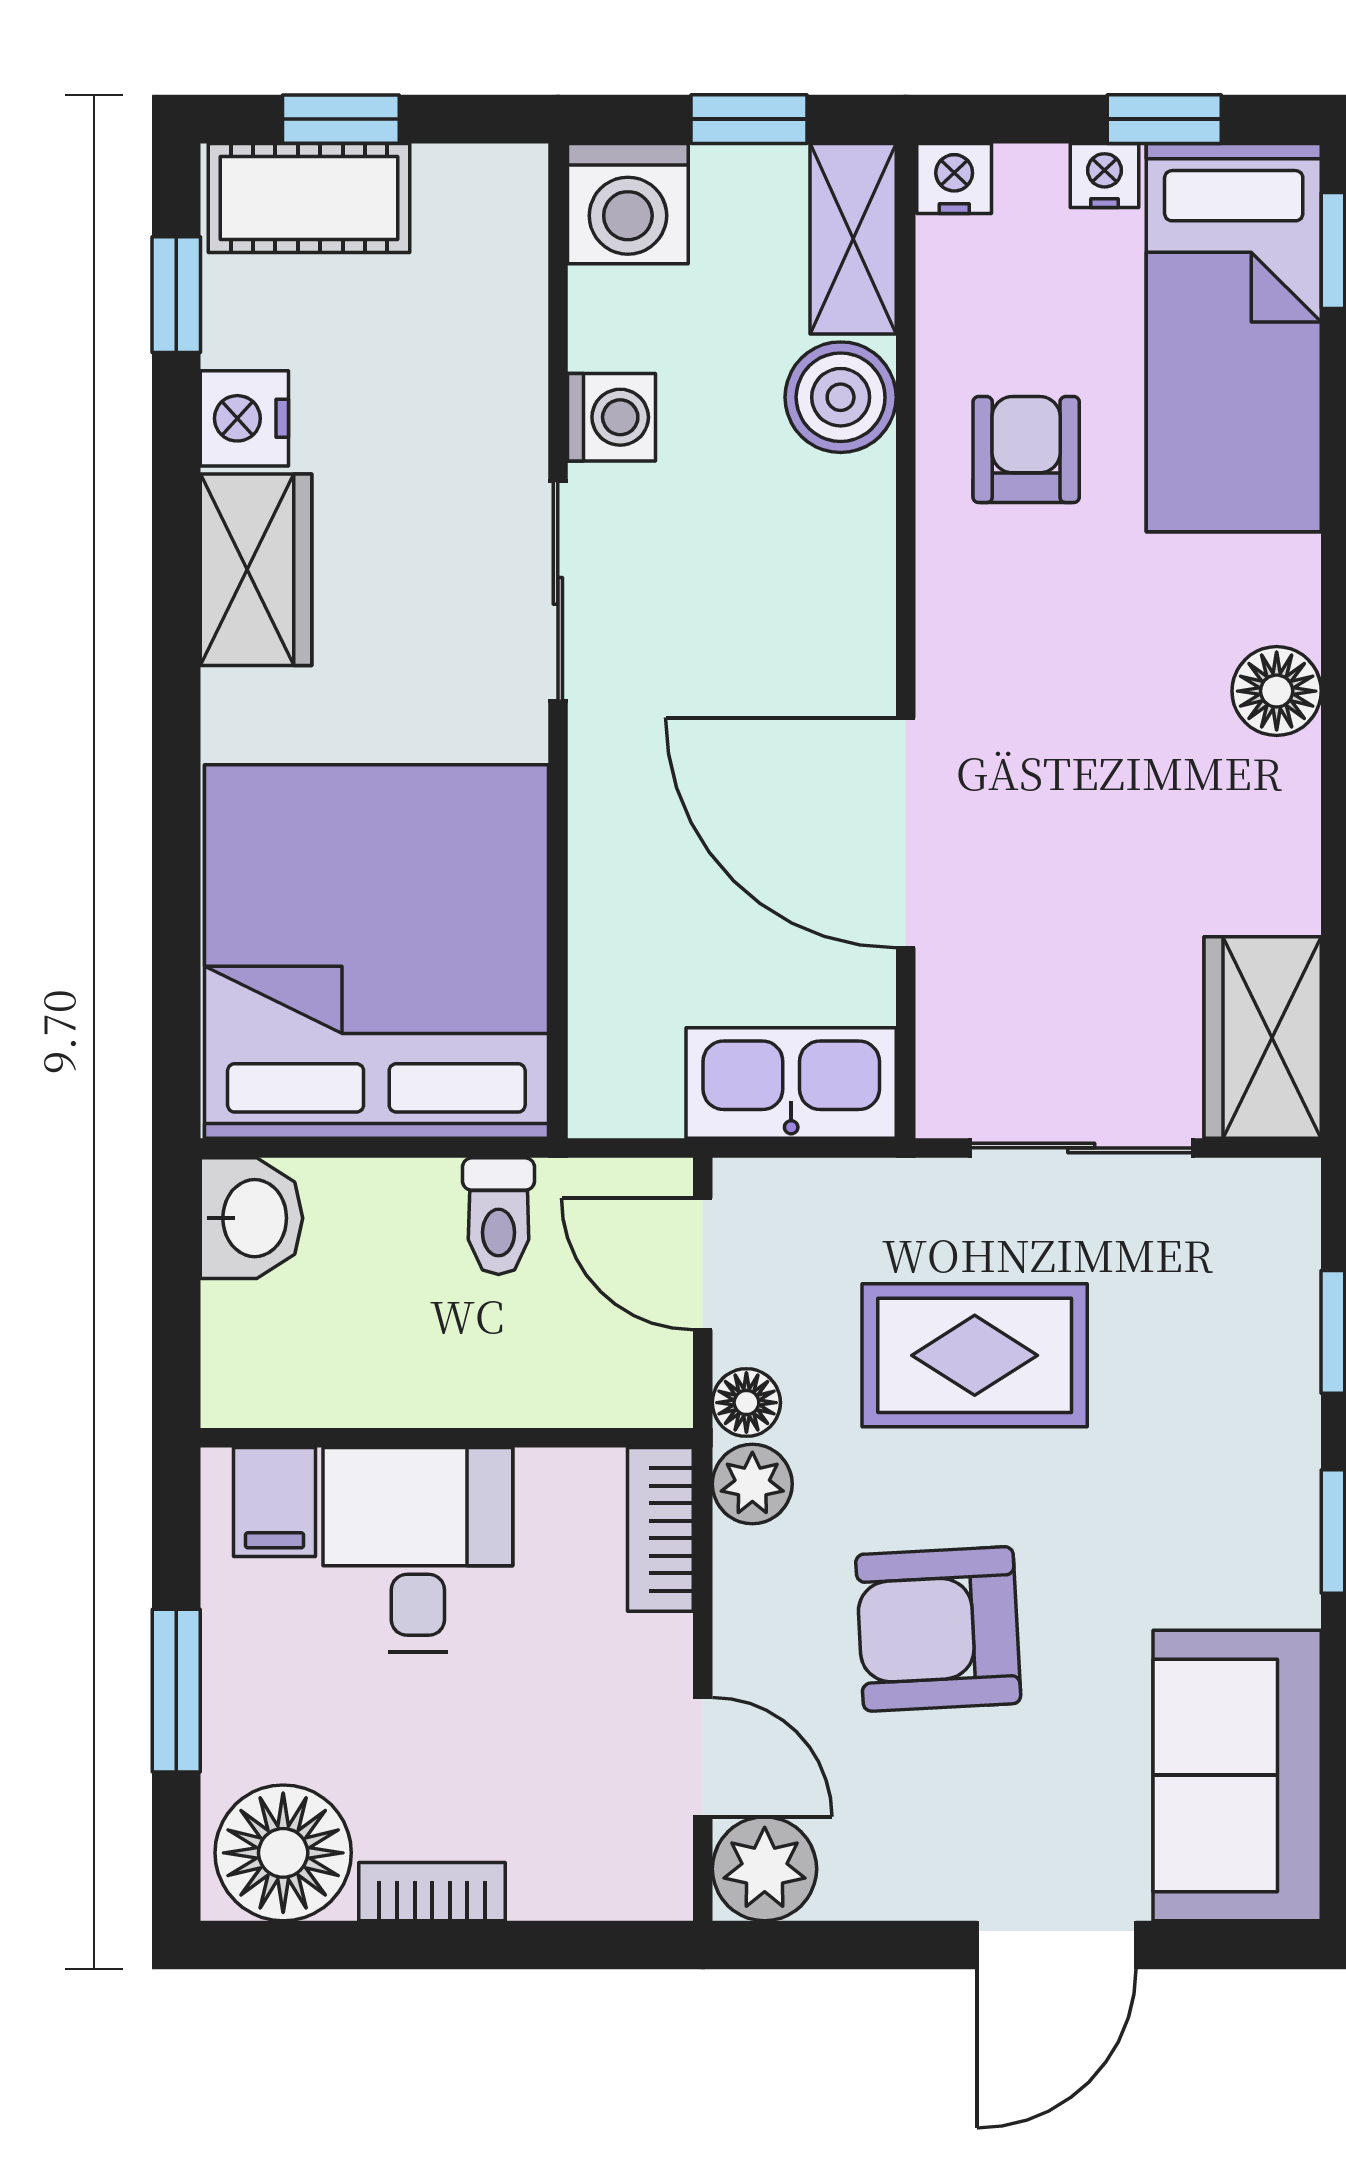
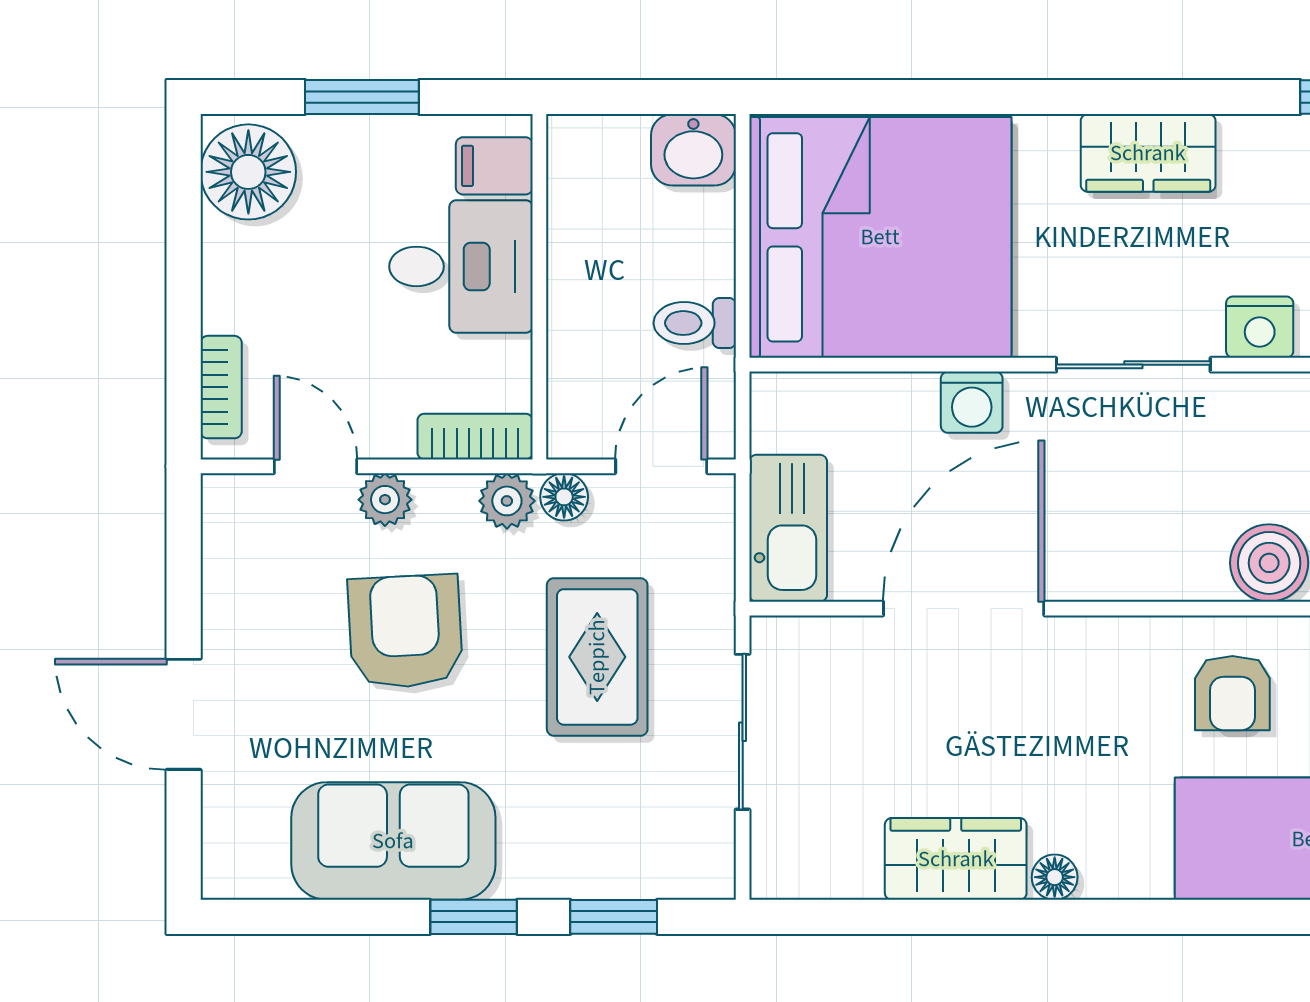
washing machine: (611, 417) -> (972, 402), moved
nightstand: (244, 418) -> (1260, 327), moved, turned 180
armchair: (1026, 450) -> (1232, 693), turned 90
floor lamp: (1277, 691) -> (1055, 877), width x0.73, depth x0.73
wardrobe: (1263, 1037) -> (956, 859), moved
door: (703, 1757) -> (315, 466), swing flipped
sofa: (1237, 1775) -> (393, 841), moved
plant: (765, 1869) -> (385, 500), moved, width x0.73, depth x0.73
bookcase: (432, 1892) -> (221, 387), moved

